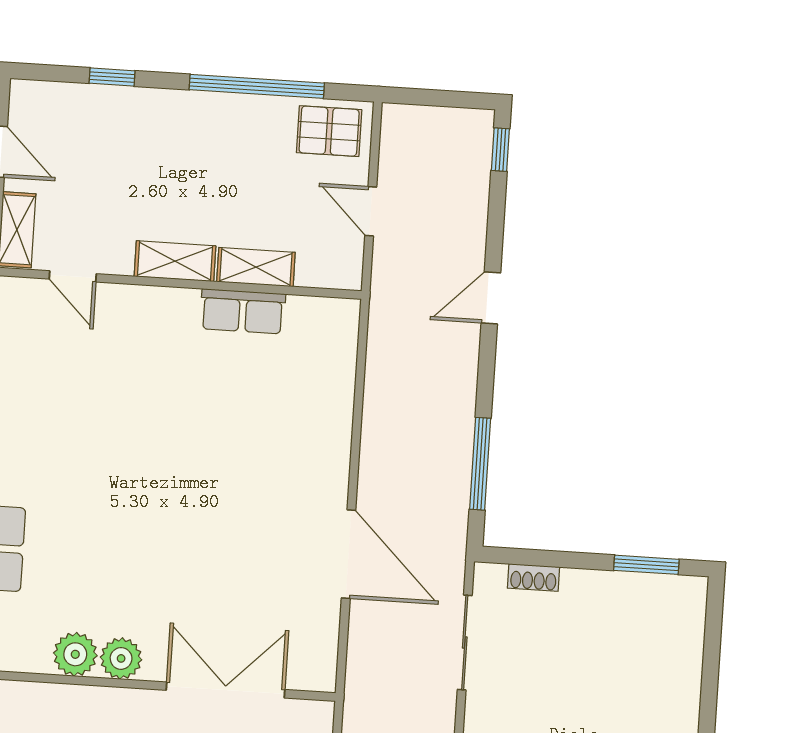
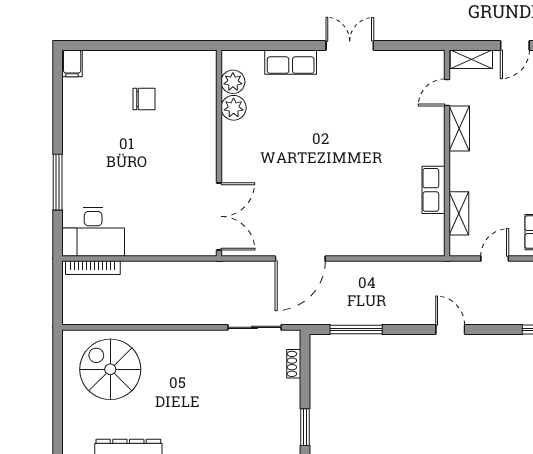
shelving: (175, 261) -> (459, 128), moved
shelving: (256, 267) -> (459, 213), moved
plant: (121, 658) -> (233, 82), moved
double door: (225, 690) -> (219, 216), moved

